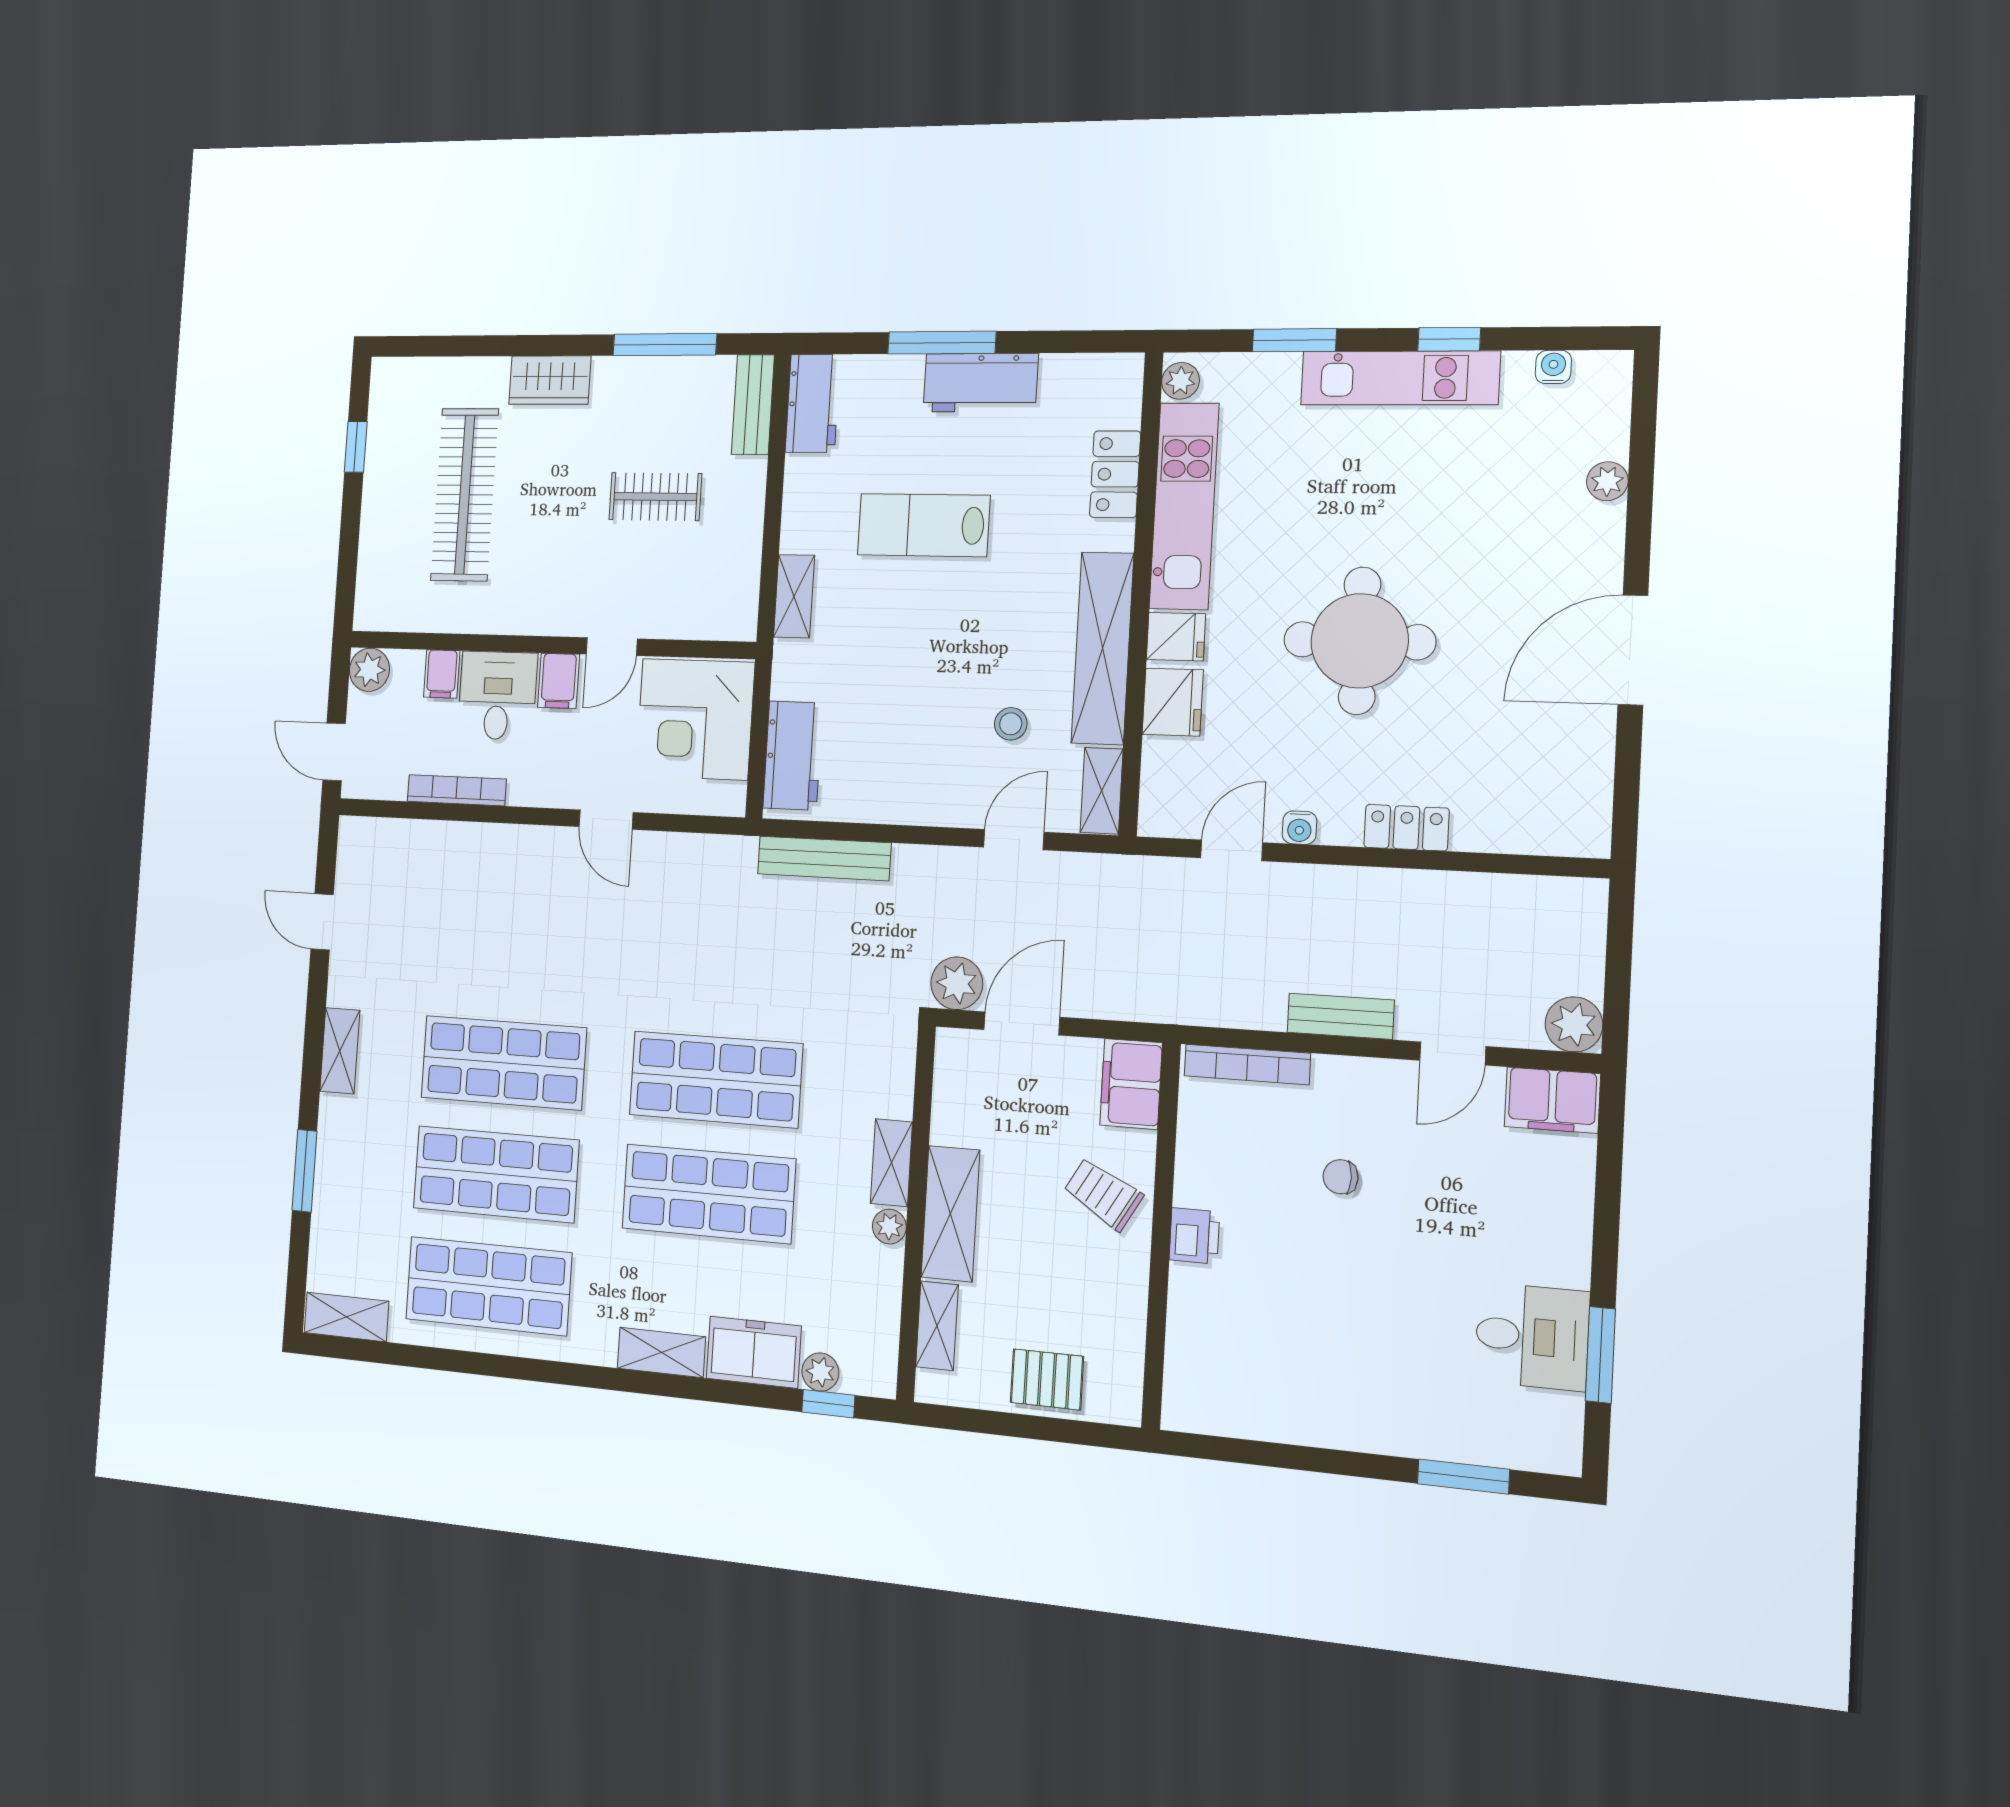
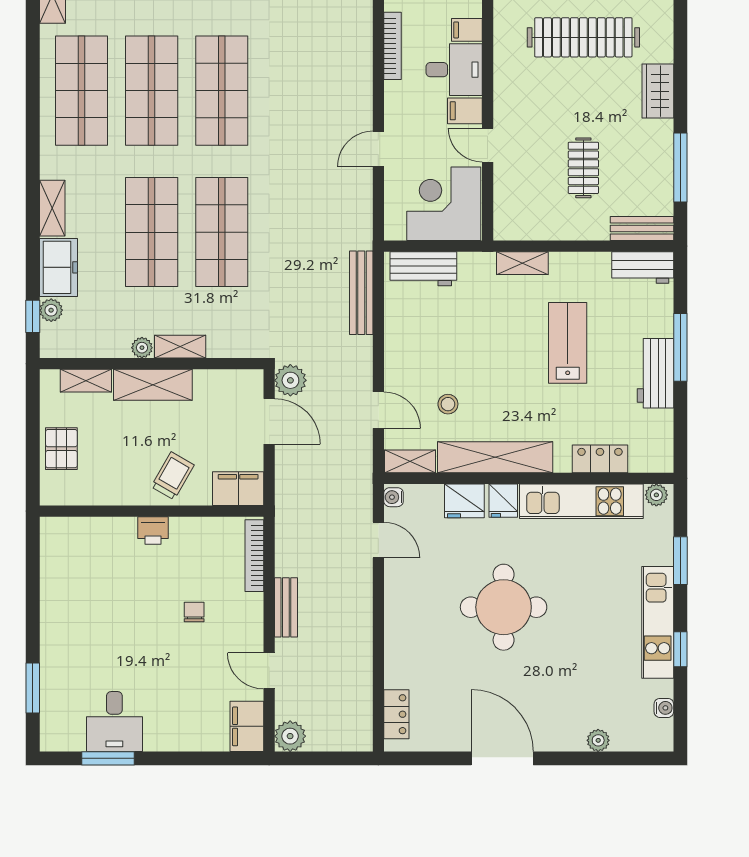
water cooler: (1299, 828) -> (394, 497), moved
locker: (1406, 828) -> (396, 714), moved

